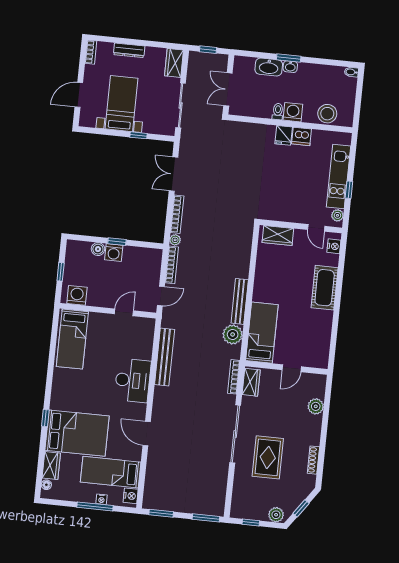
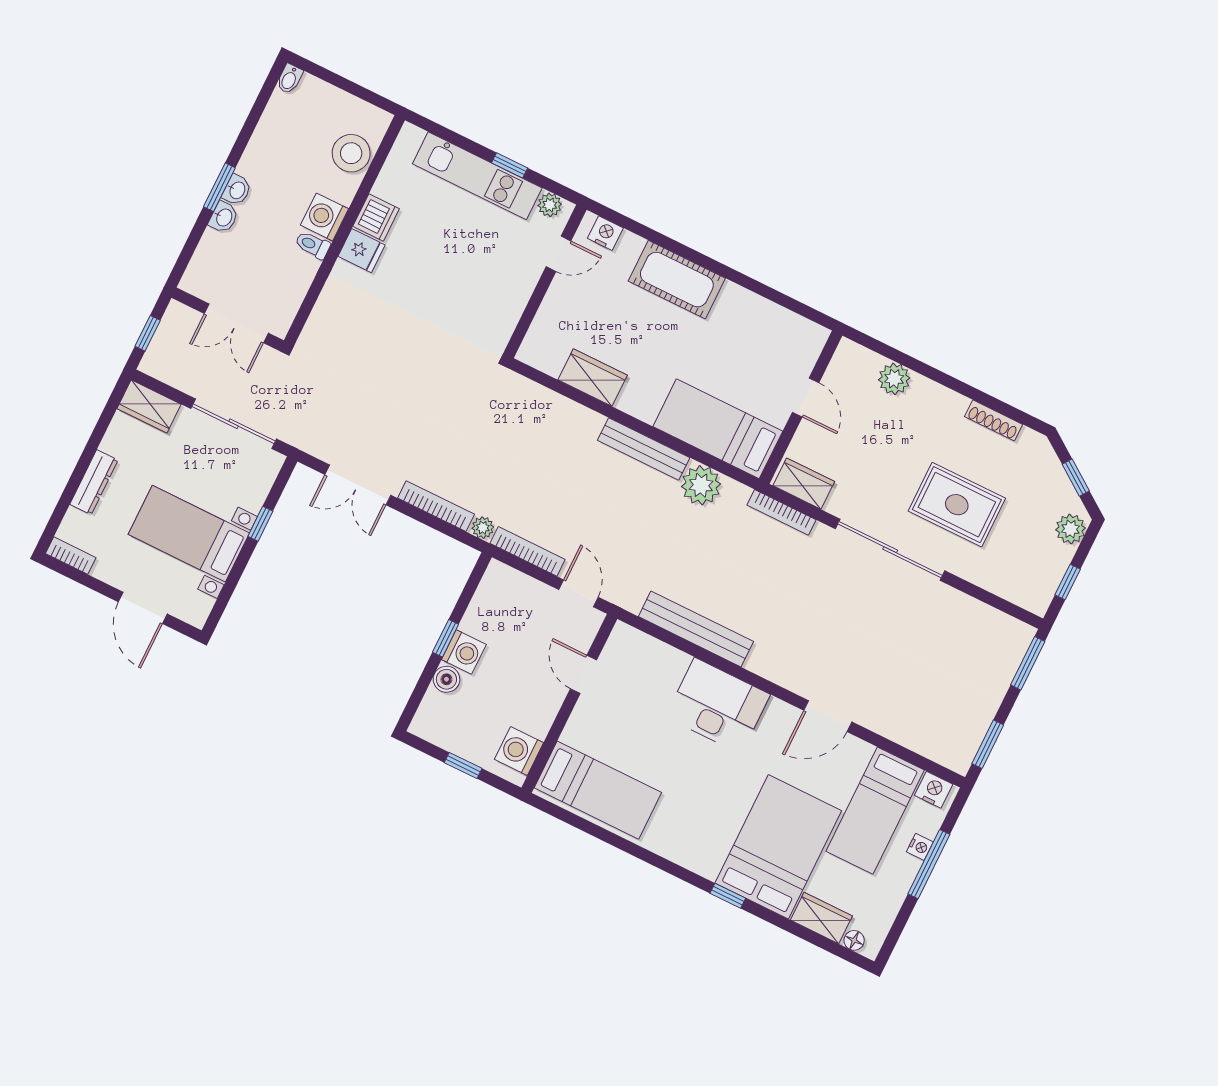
washbasin: (269, 67) -> (224, 217), width x0.52, depth x0.69
wardrobe: (278, 236) -> (593, 378), moved, turned -90

